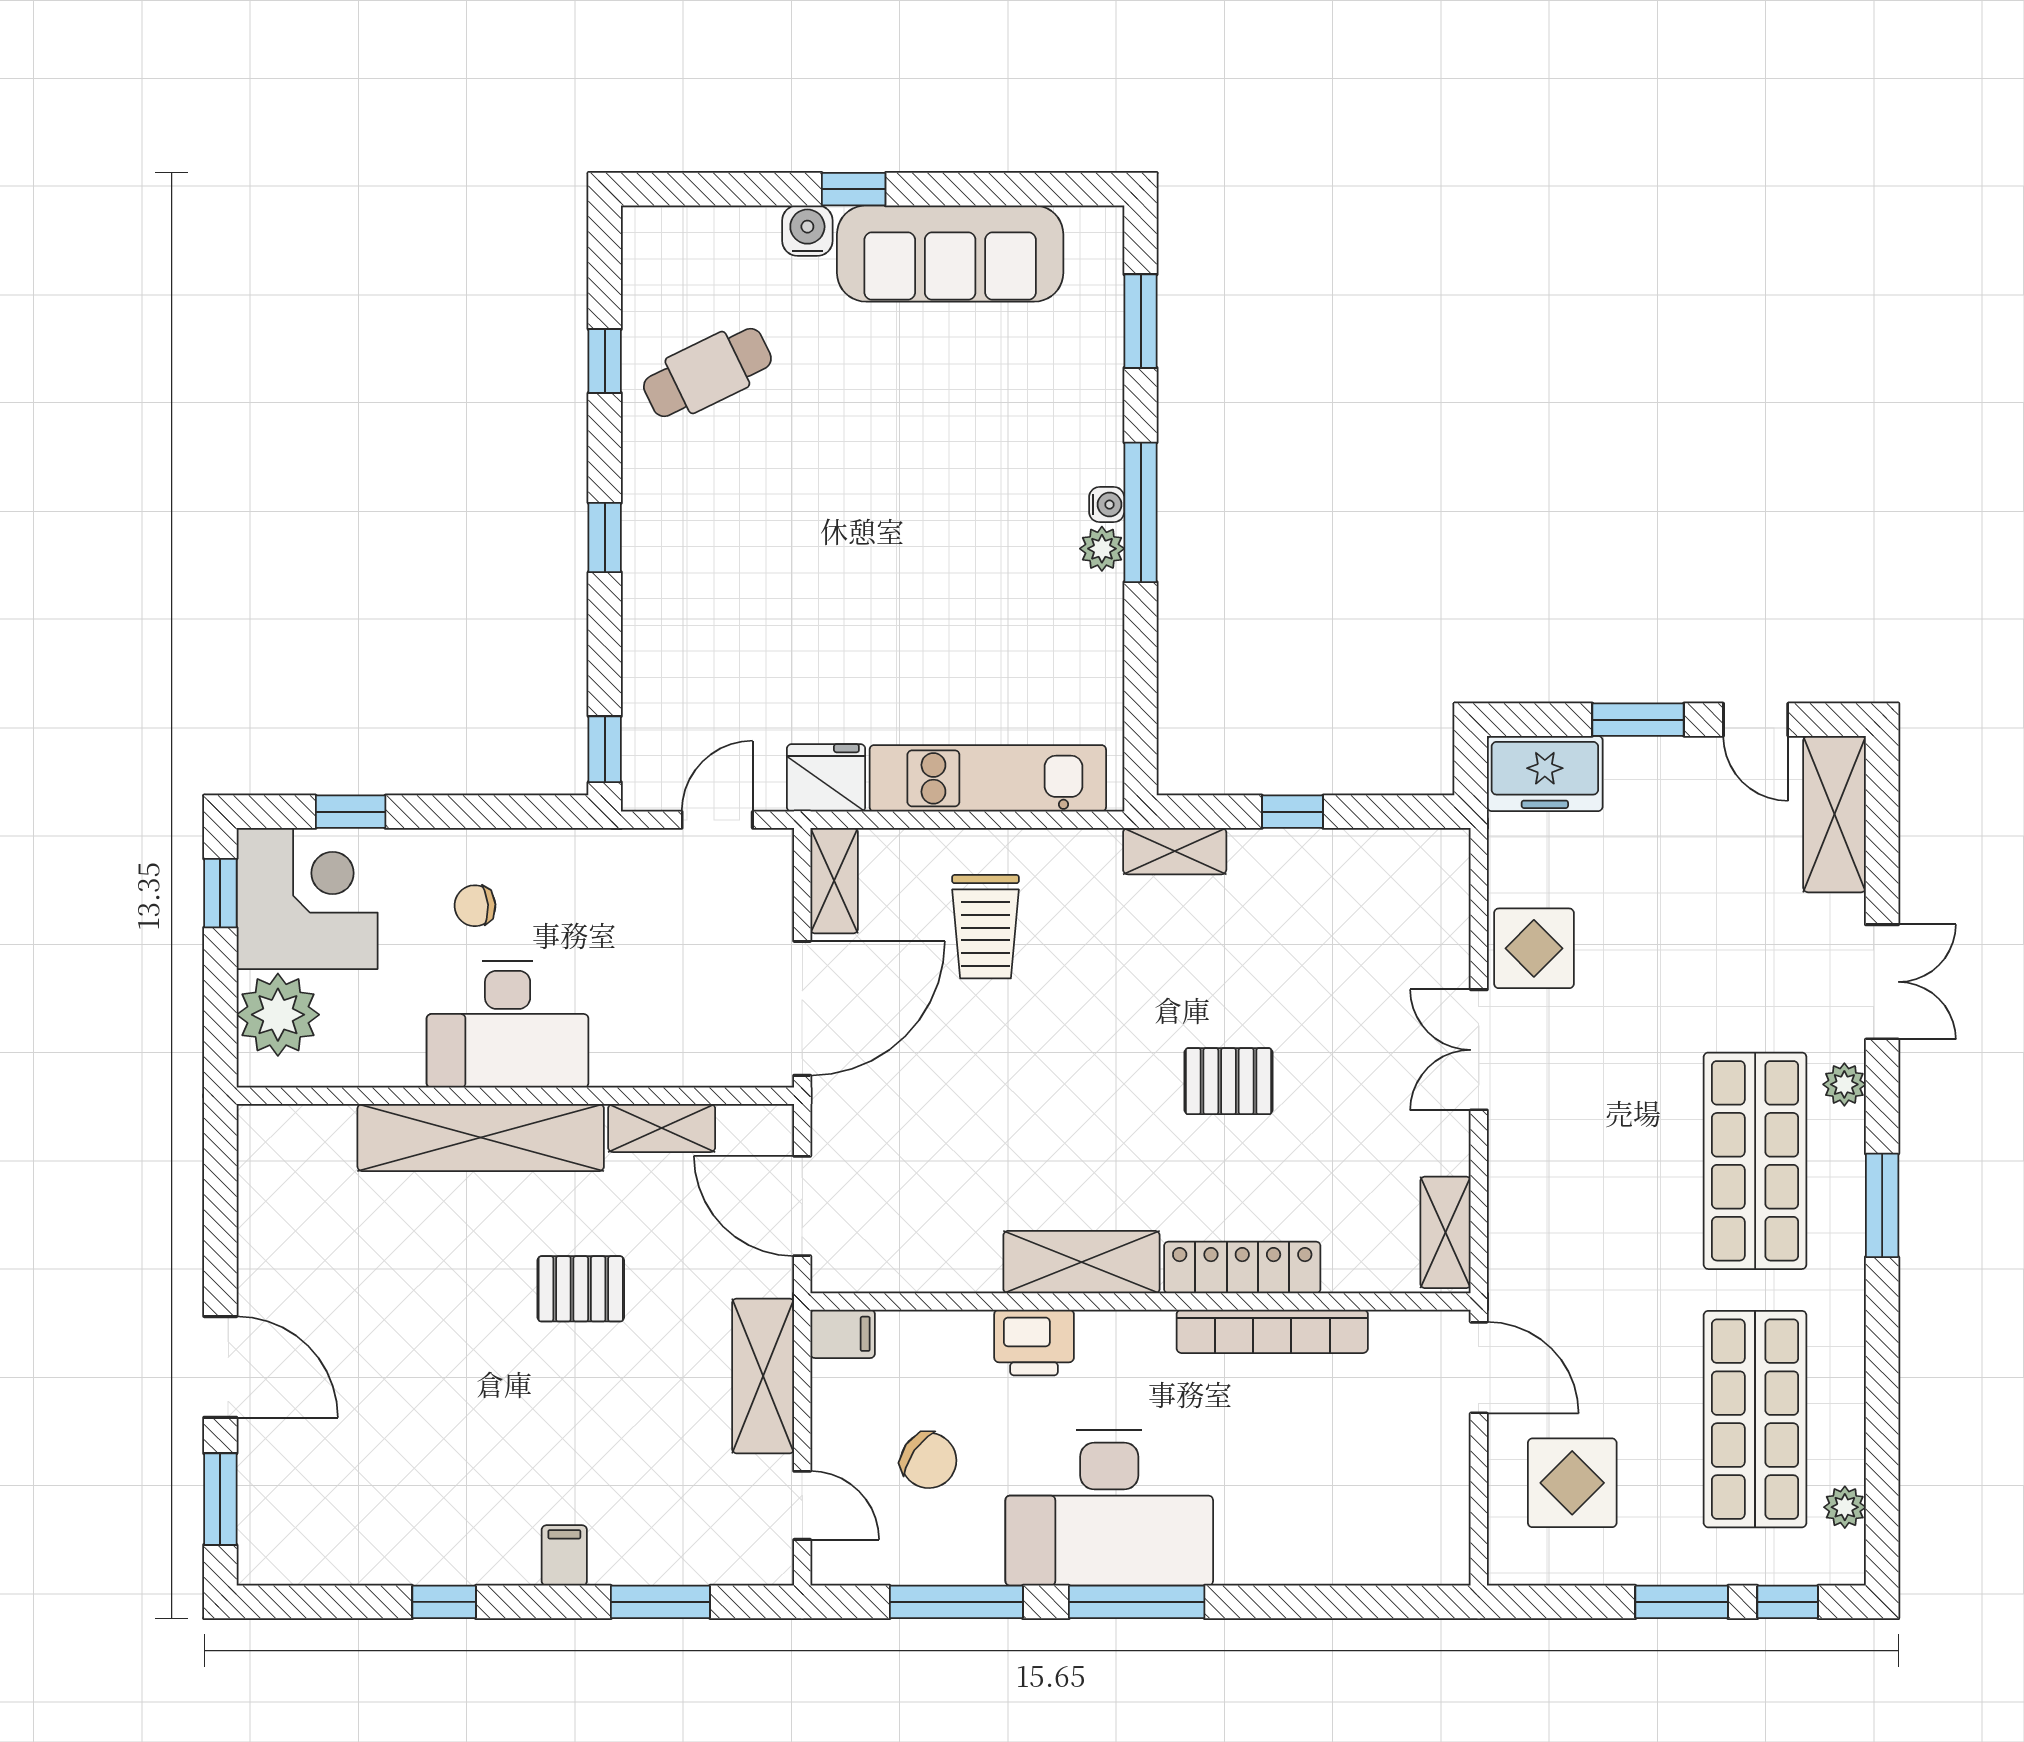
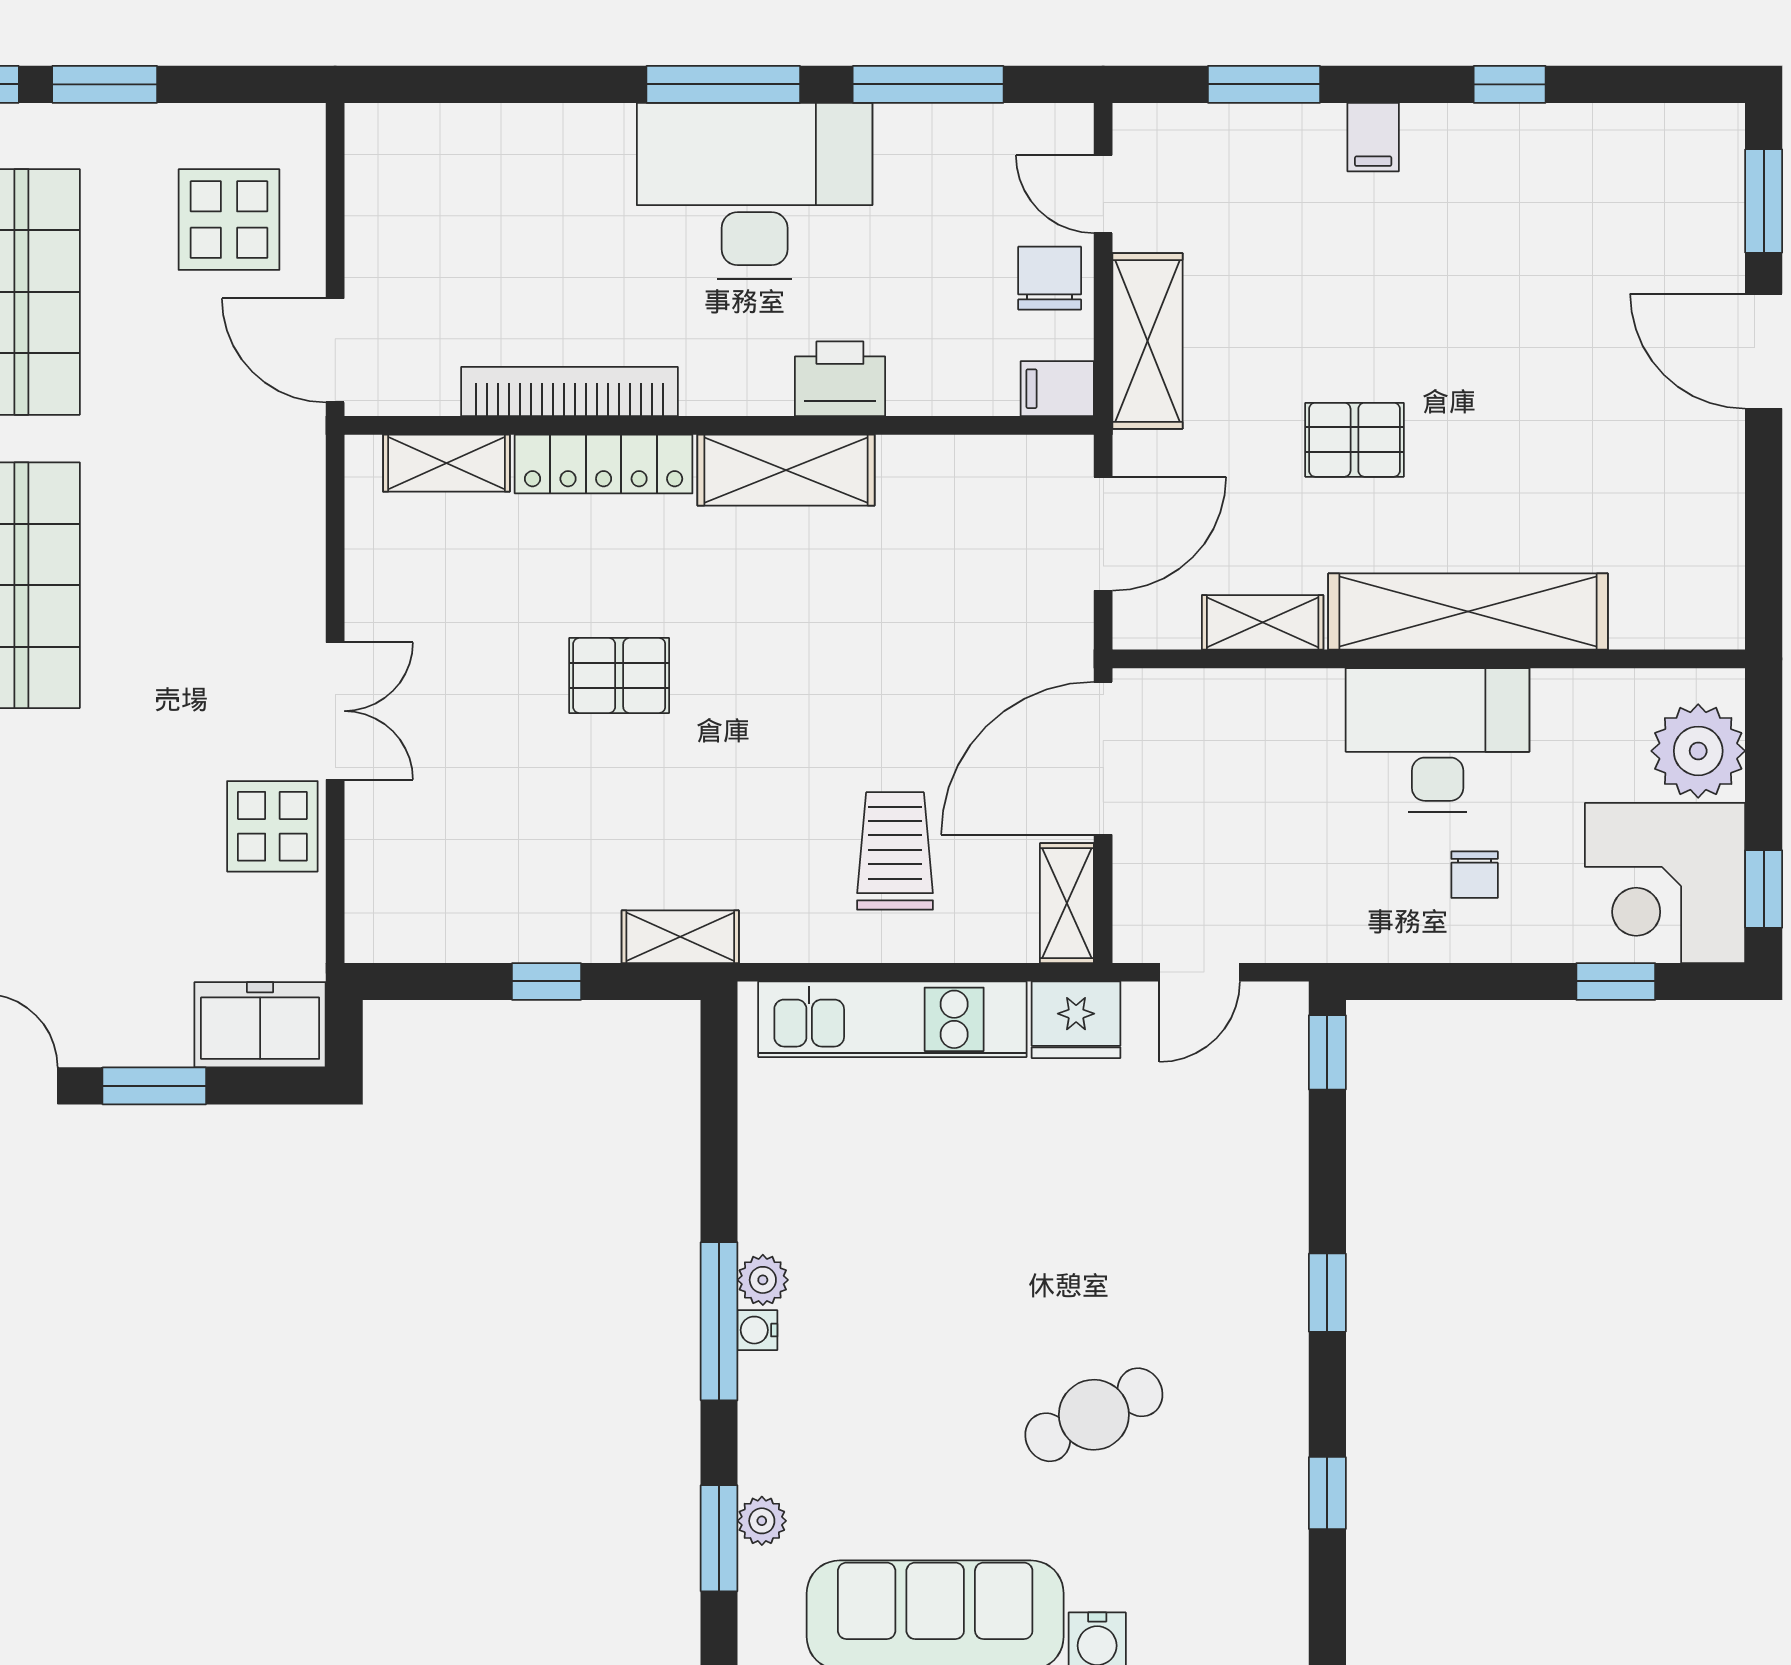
plant: (1103, 337) -> (762, 1521), added
cafe table: (707, 372) -> (1094, 1415), moved
chair: (475, 906) -> (1475, 875), turned 94
door: (802, 1206) -> (1103, 534), hinge flipped
shelving: (1446, 1232) -> (446, 463), moved, turned 90
chair: (929, 1460) -> (1050, 278), moved, turned 55

